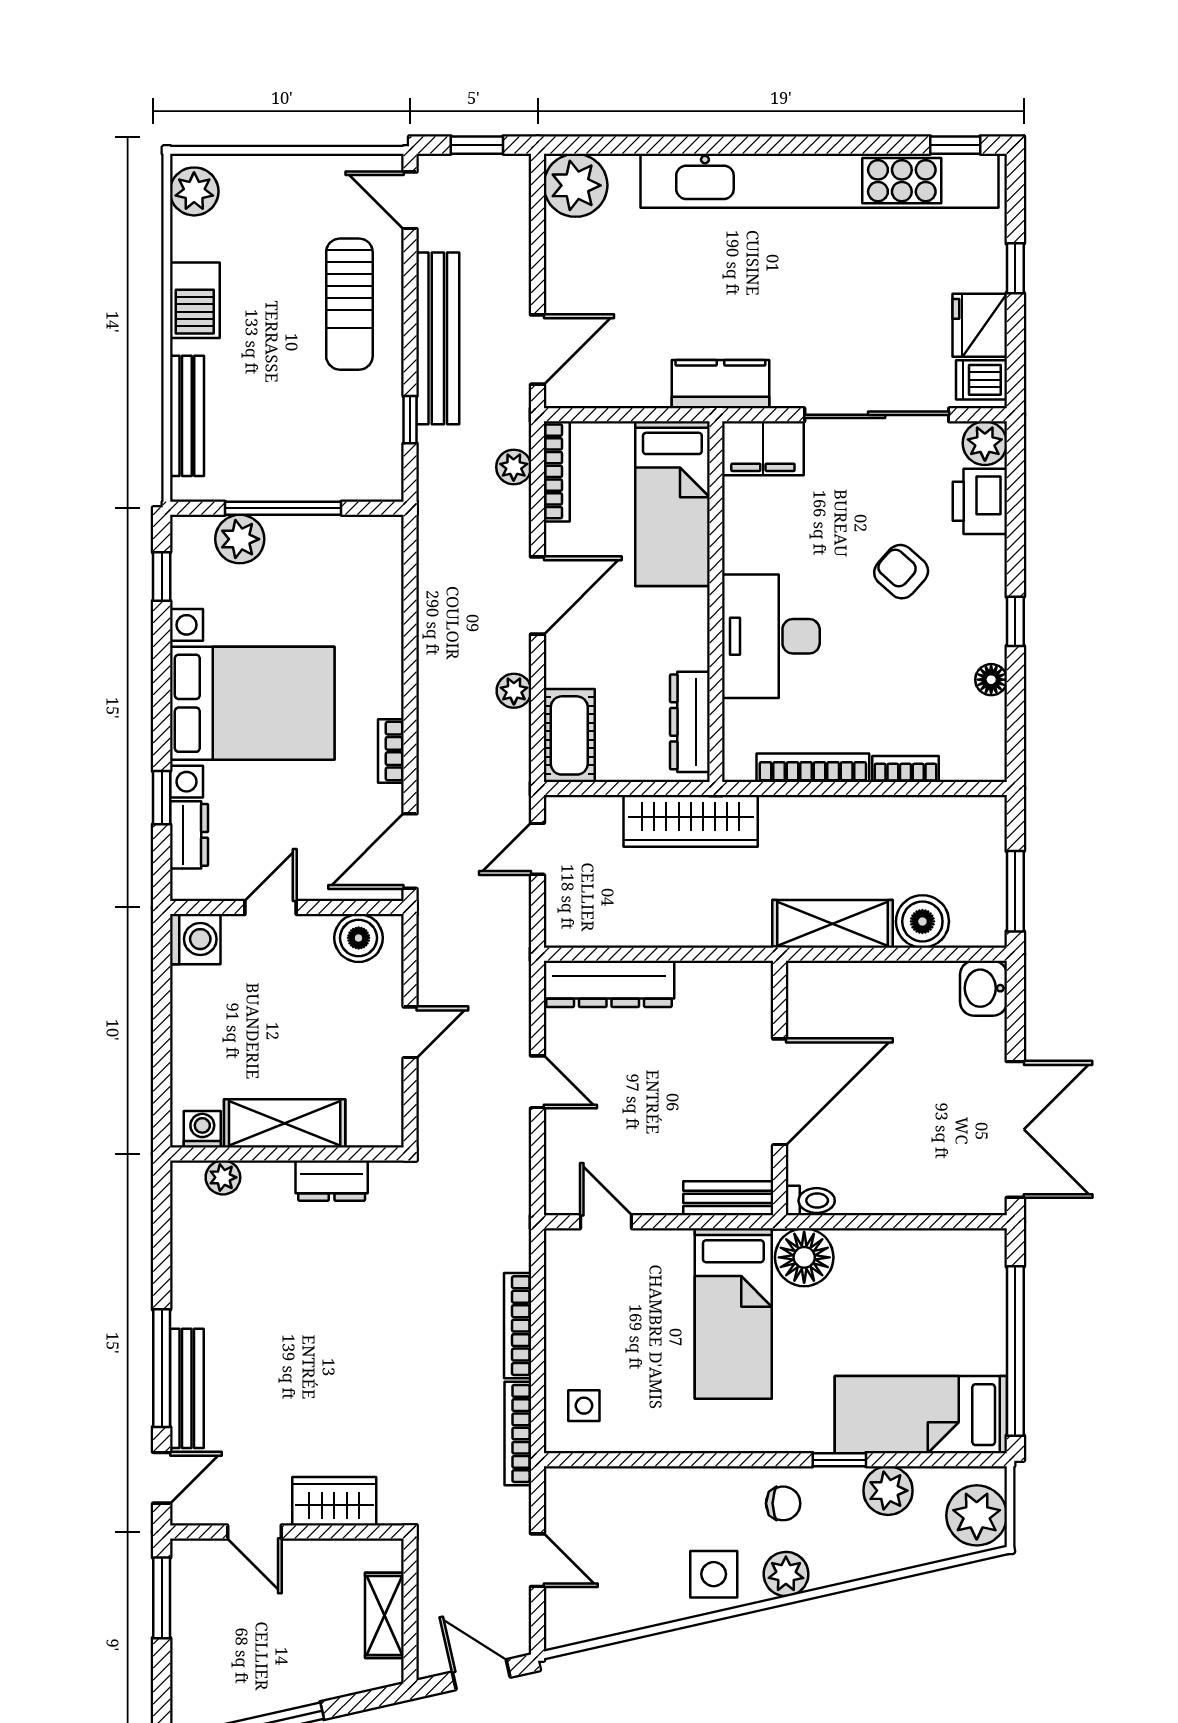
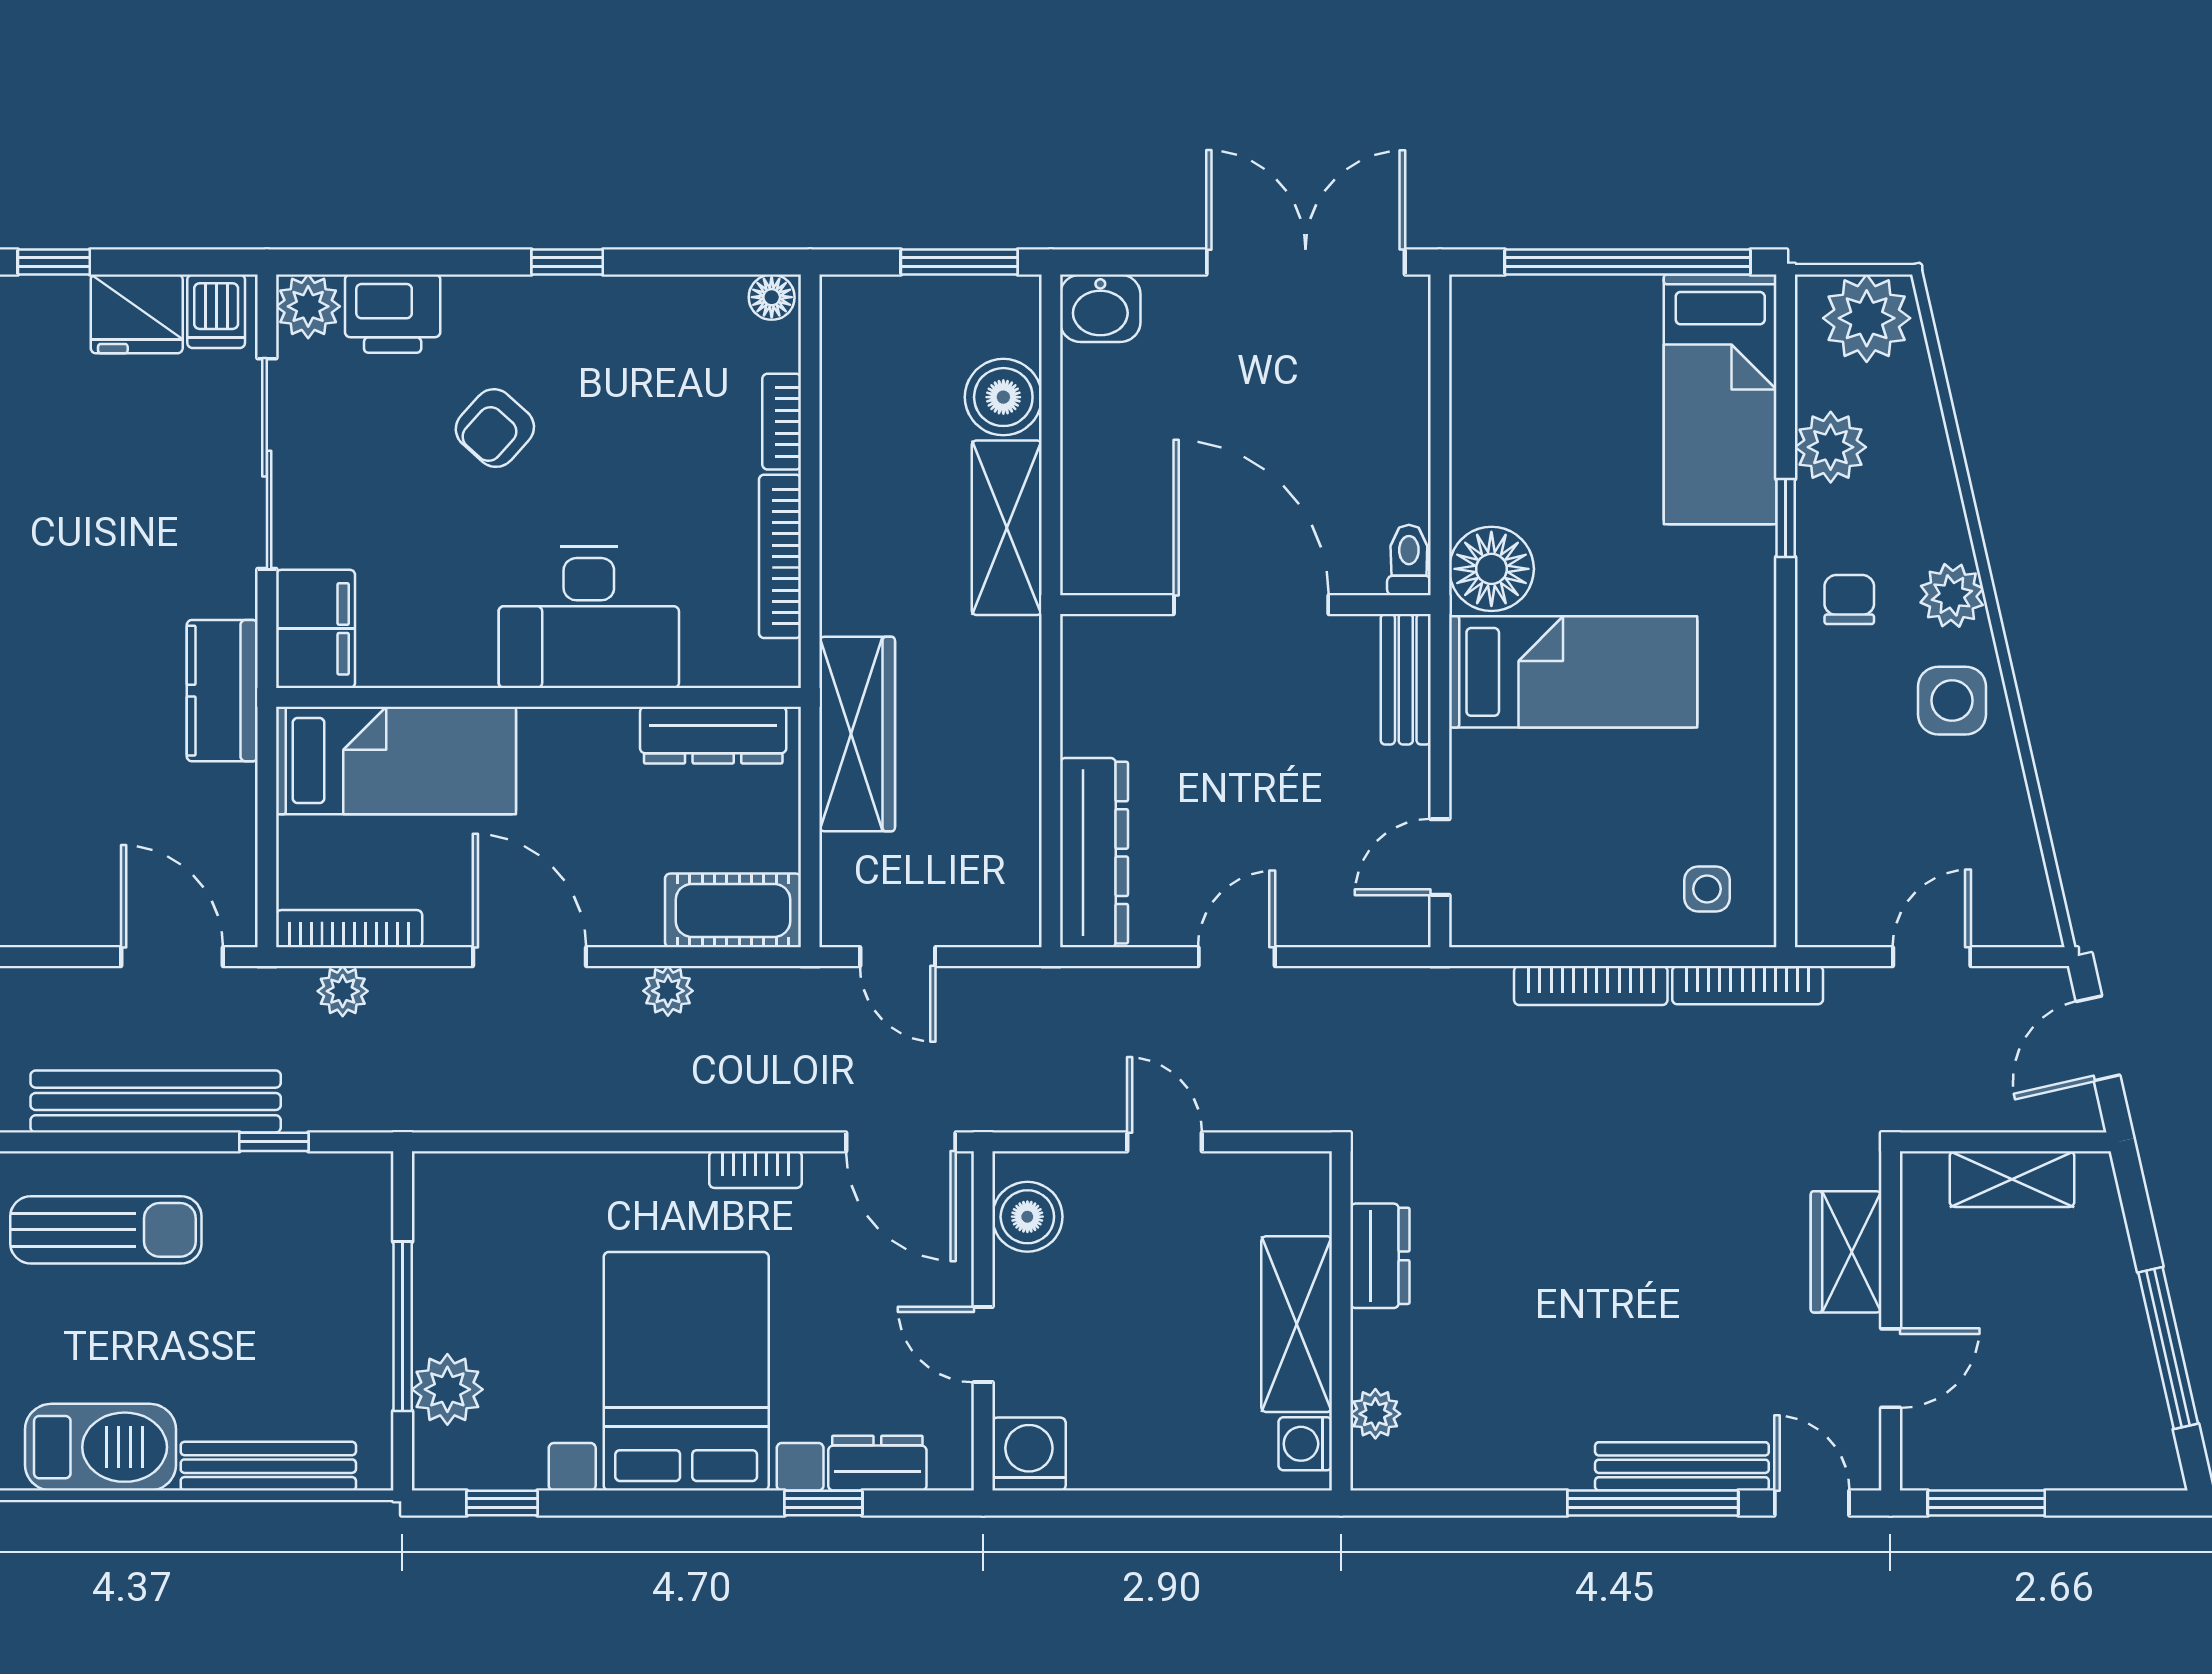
barbecue: (195, 300) -> (100, 1447), width x1.37, depth x1.21
floor lamp: (991, 680) -> (772, 297), moved

